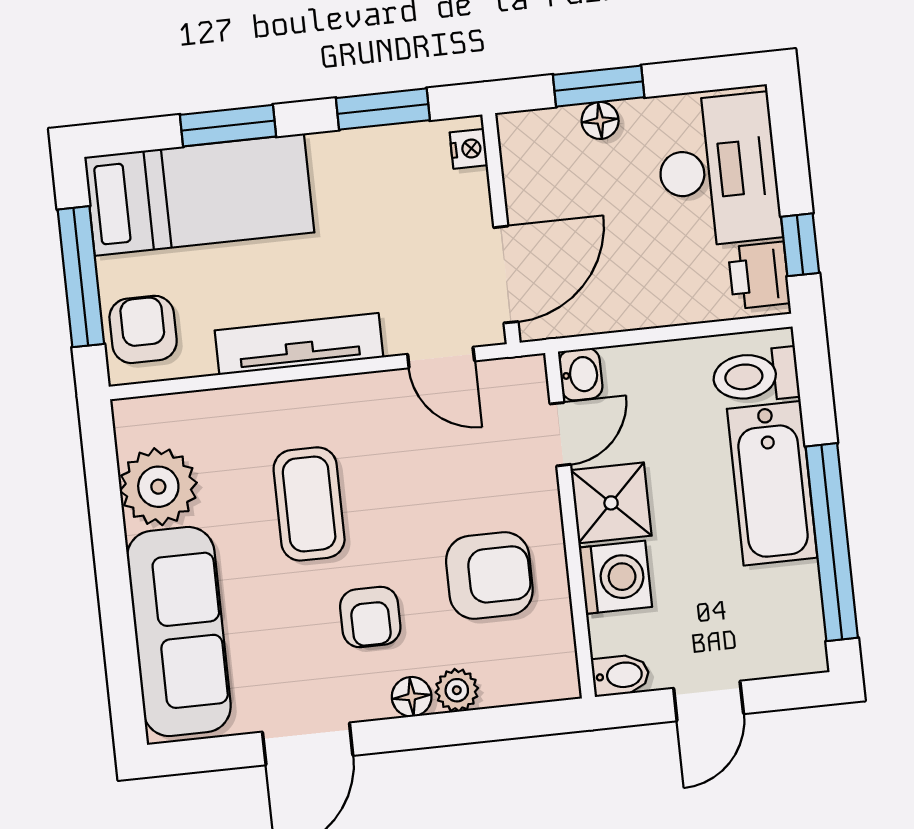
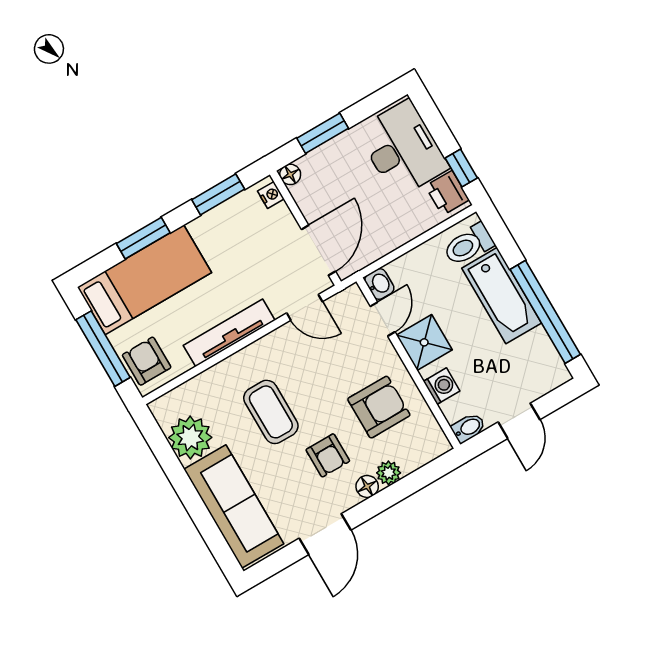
floor lamp: (600, 120) -> (290, 174), moved
washing machine: (615, 577) -> (442, 386), width x0.73, depth x0.73

